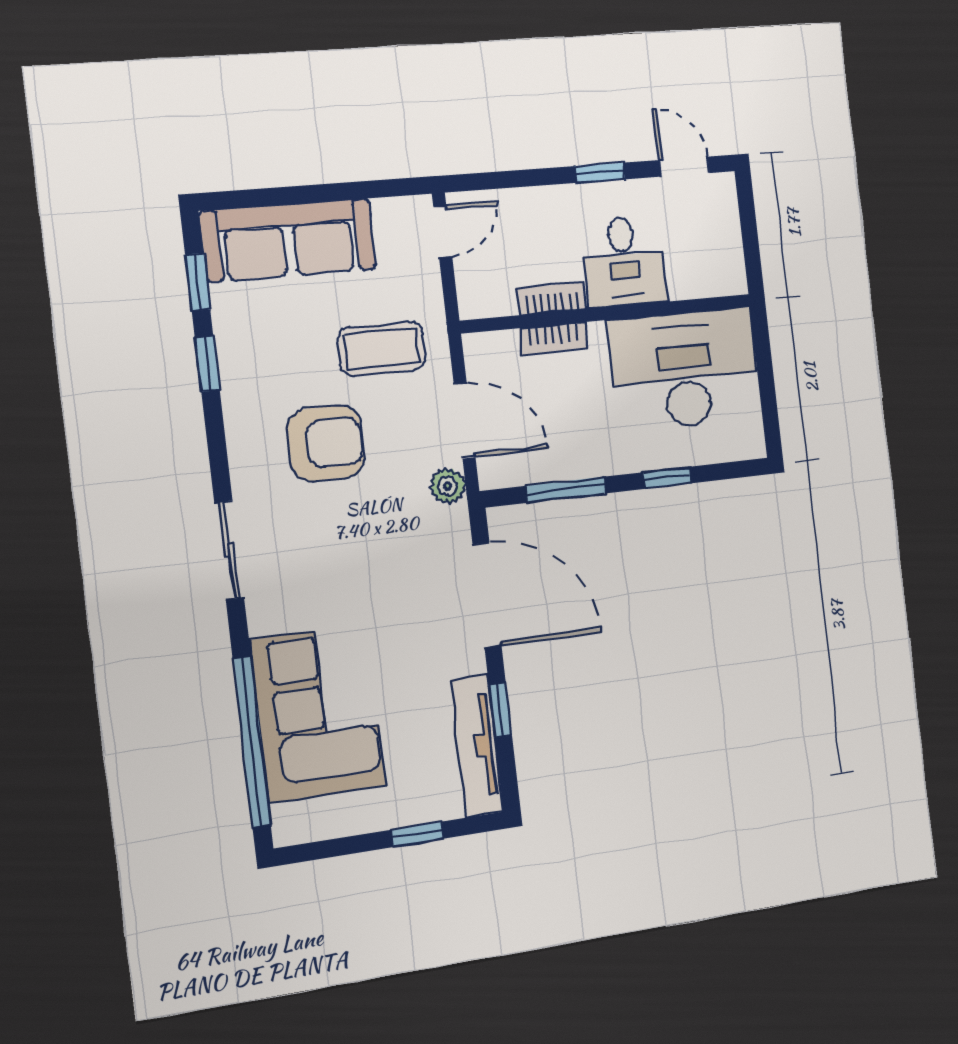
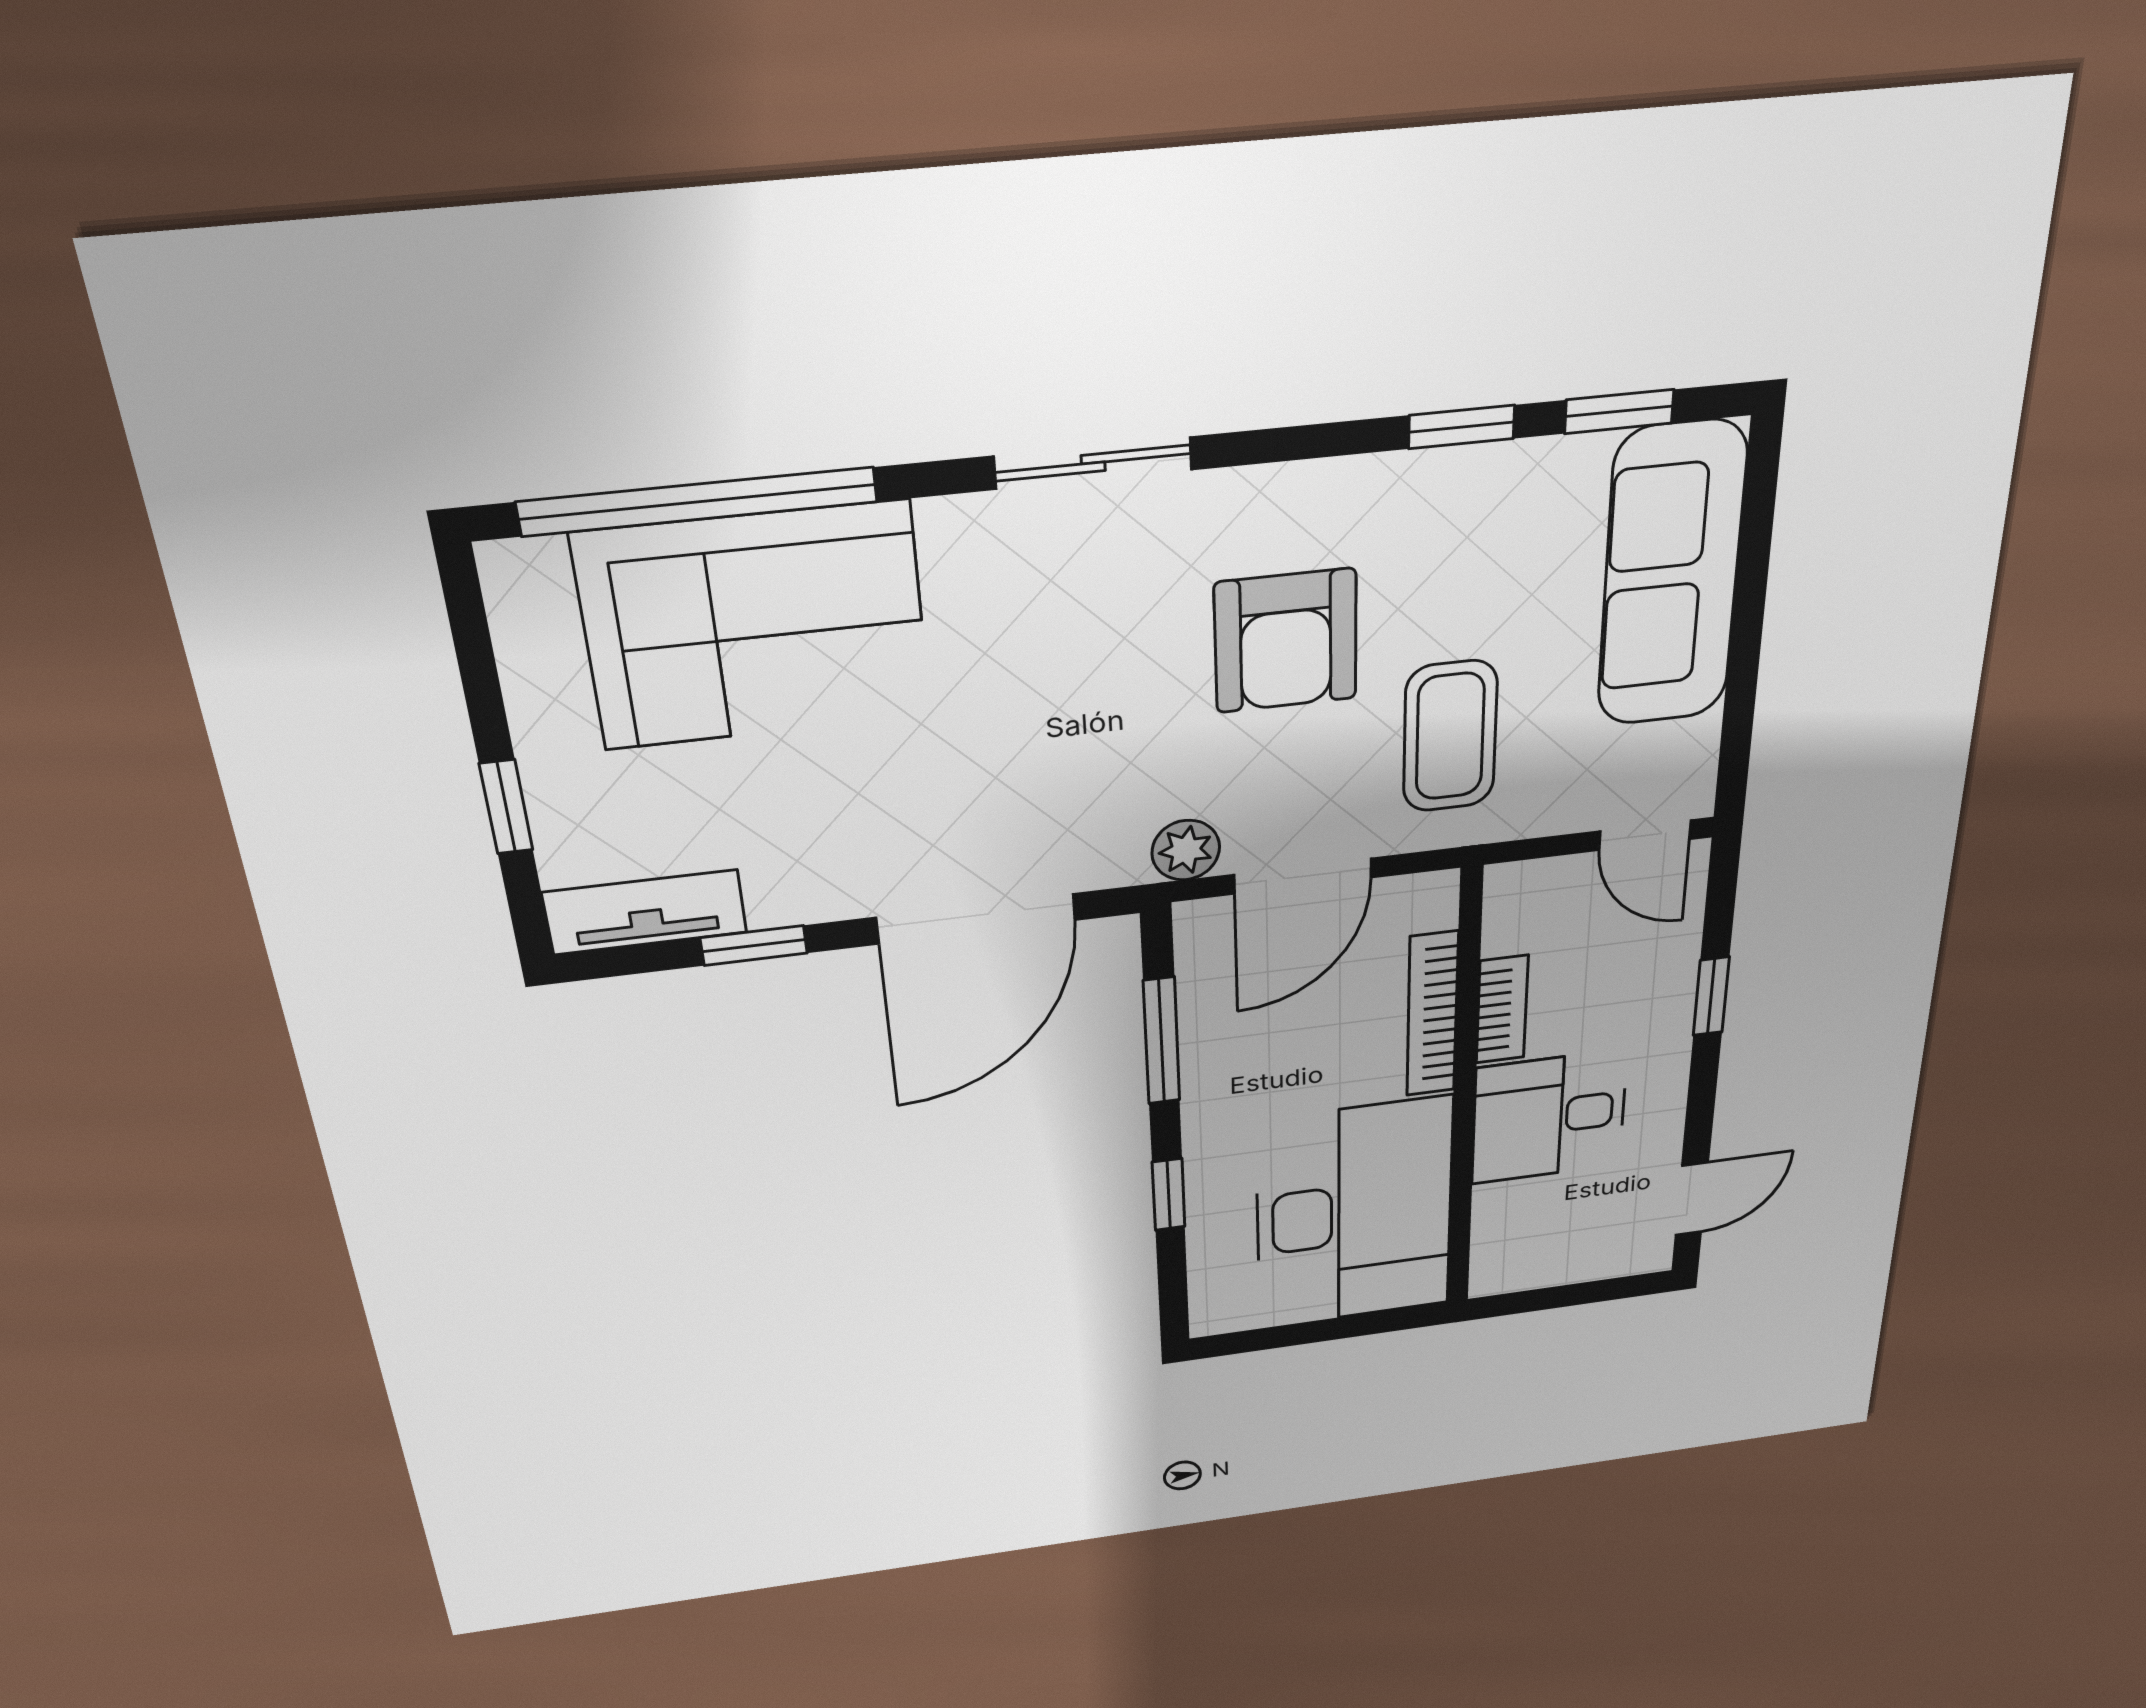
window: (600, 173) -> (1711, 996), moved
bookcase: (553, 338) -> (1432, 1014), width x1.56
tv unit: (477, 746) -> (645, 912), width x0.71

